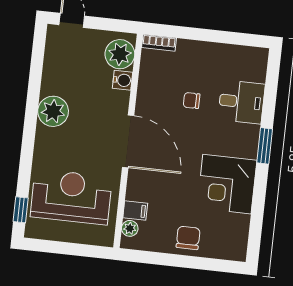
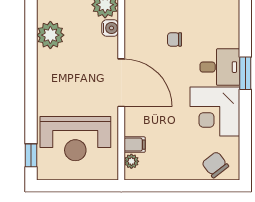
desk: (241, 102) -> (220, 67), moved
plant: (53, 111) -> (50, 35), moved
reception desk: (71, 197) -> (75, 139), turned 180
chair: (188, 238) -> (215, 165), moved, turned -38

